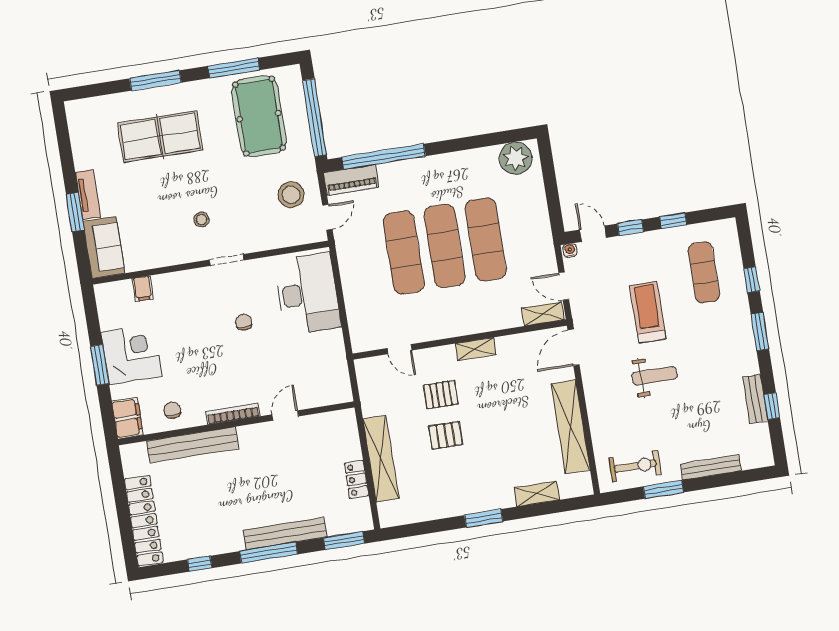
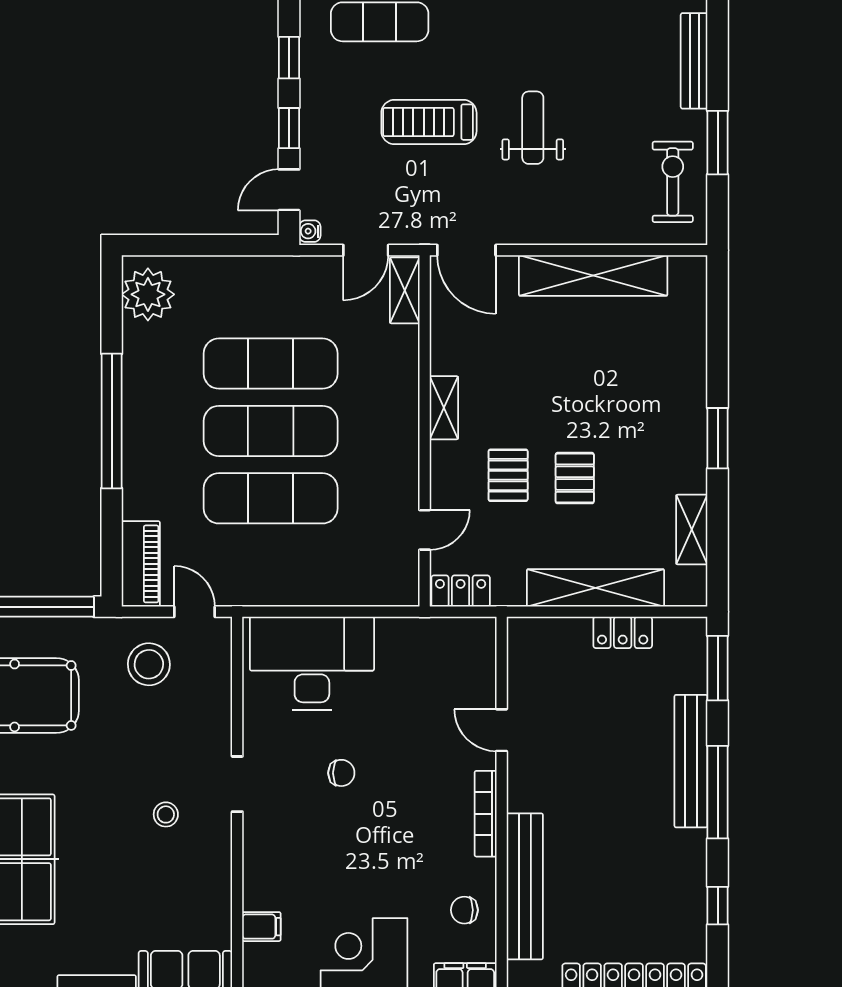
window: (384, 157) -> (112, 421), moved
chair: (244, 322) -> (341, 773), turned 180
locker: (366, 377) -> (461, 591), added
shelving: (537, 494) -> (692, 530), moved

